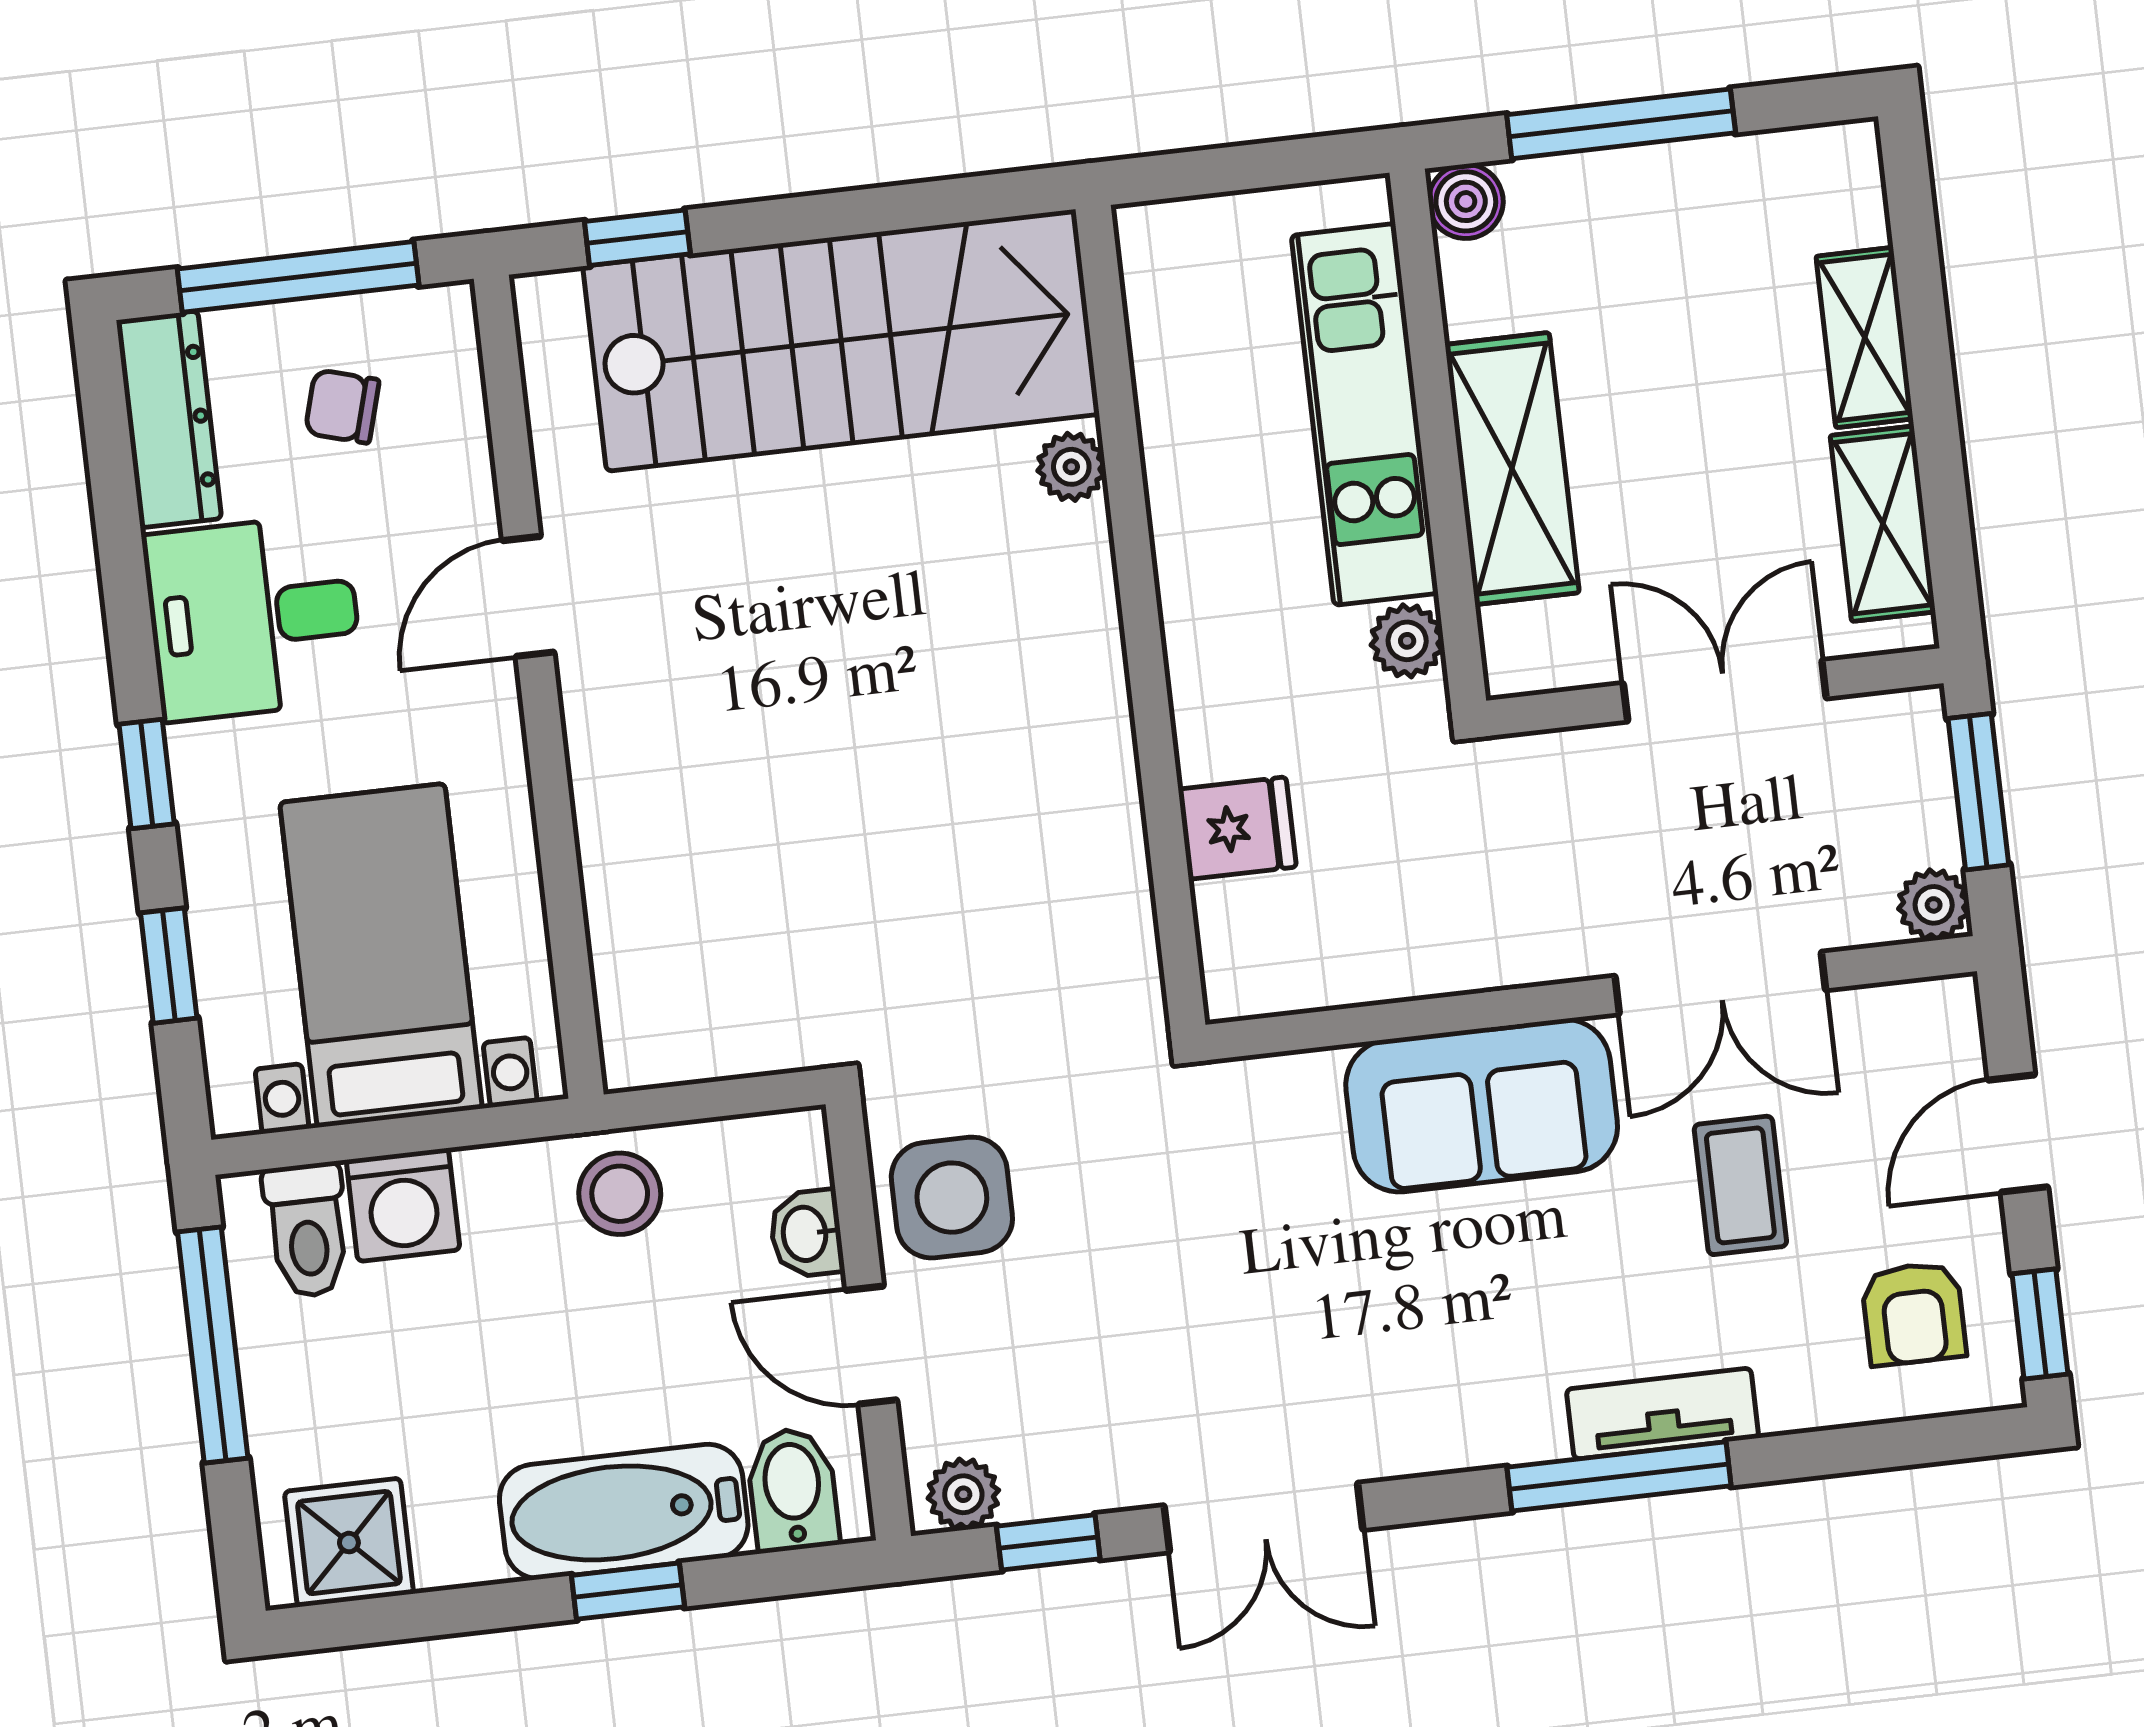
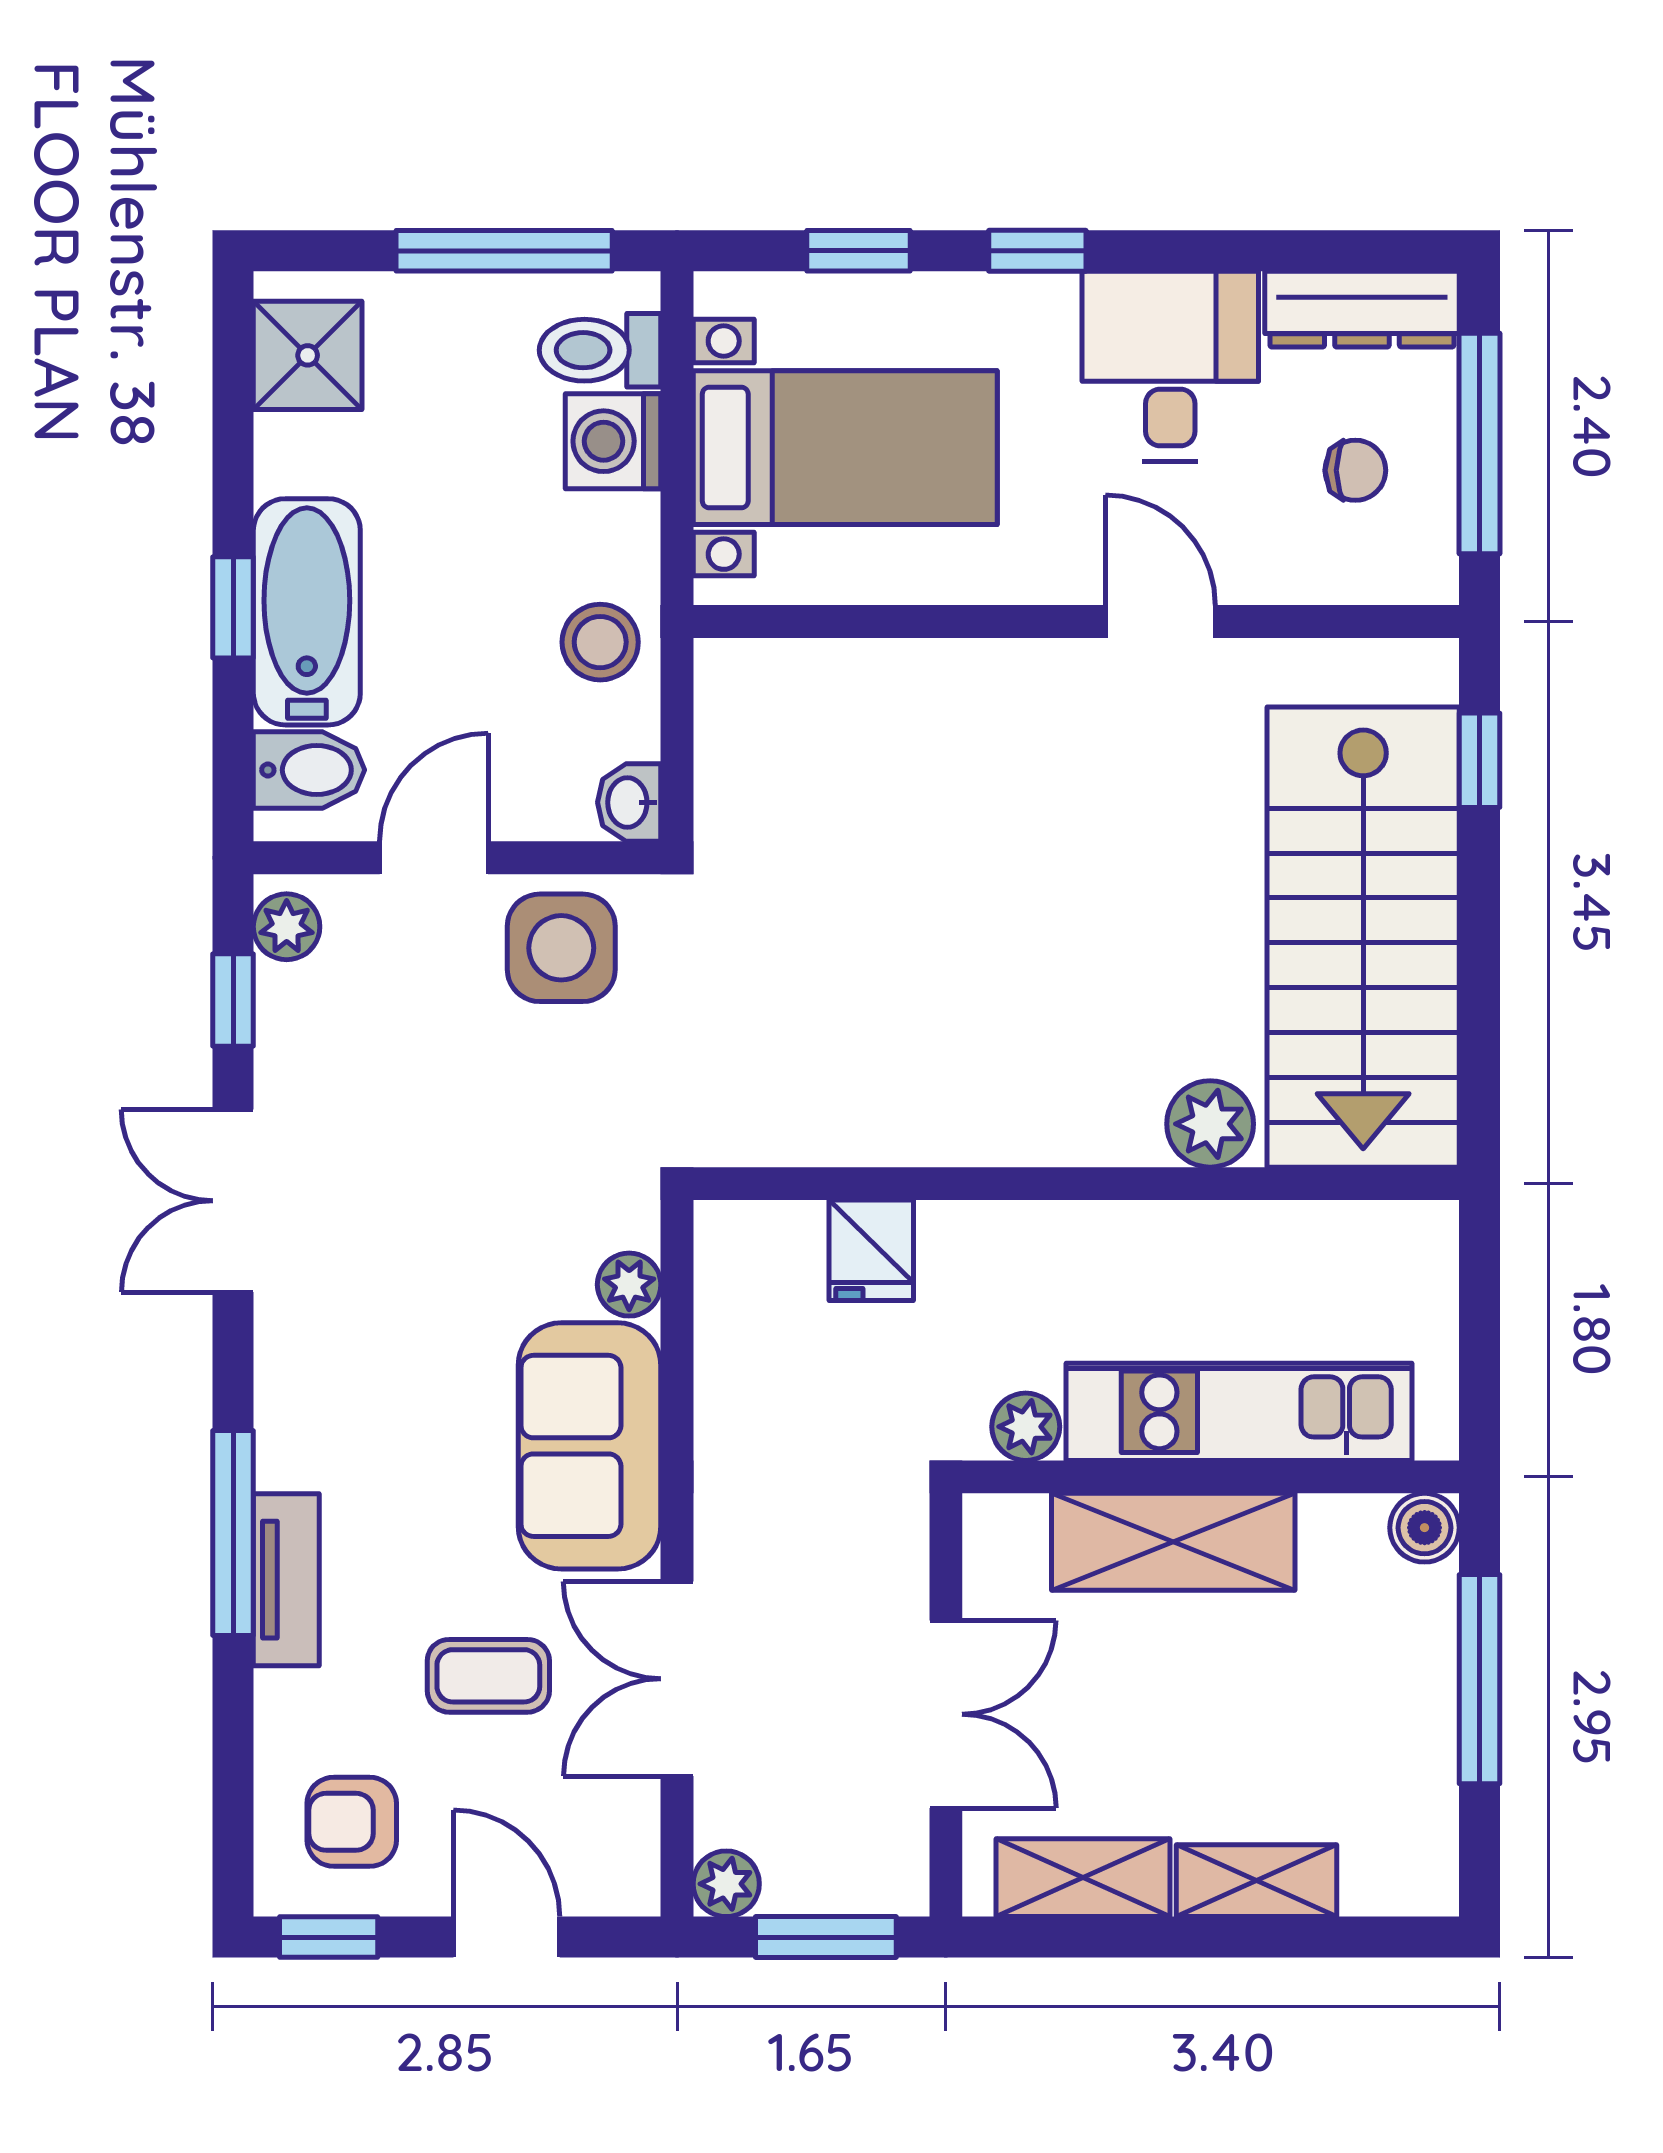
chair: (342, 406) -> (1355, 470), turned 74
plant: (1071, 467) -> (1210, 1124), width x1.38, depth x1.38
plant: (1304, 1083) -> (629, 1285), added
washbasin: (806, 1234) -> (629, 802), moved, turned -90

